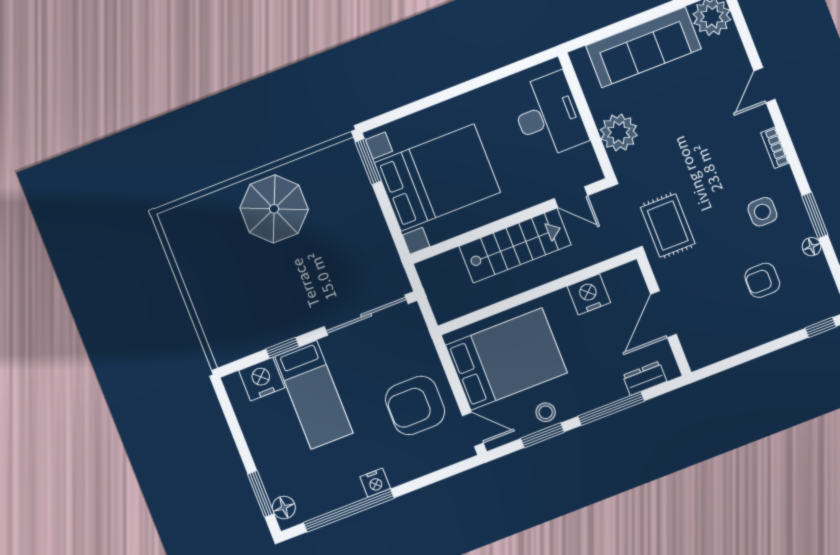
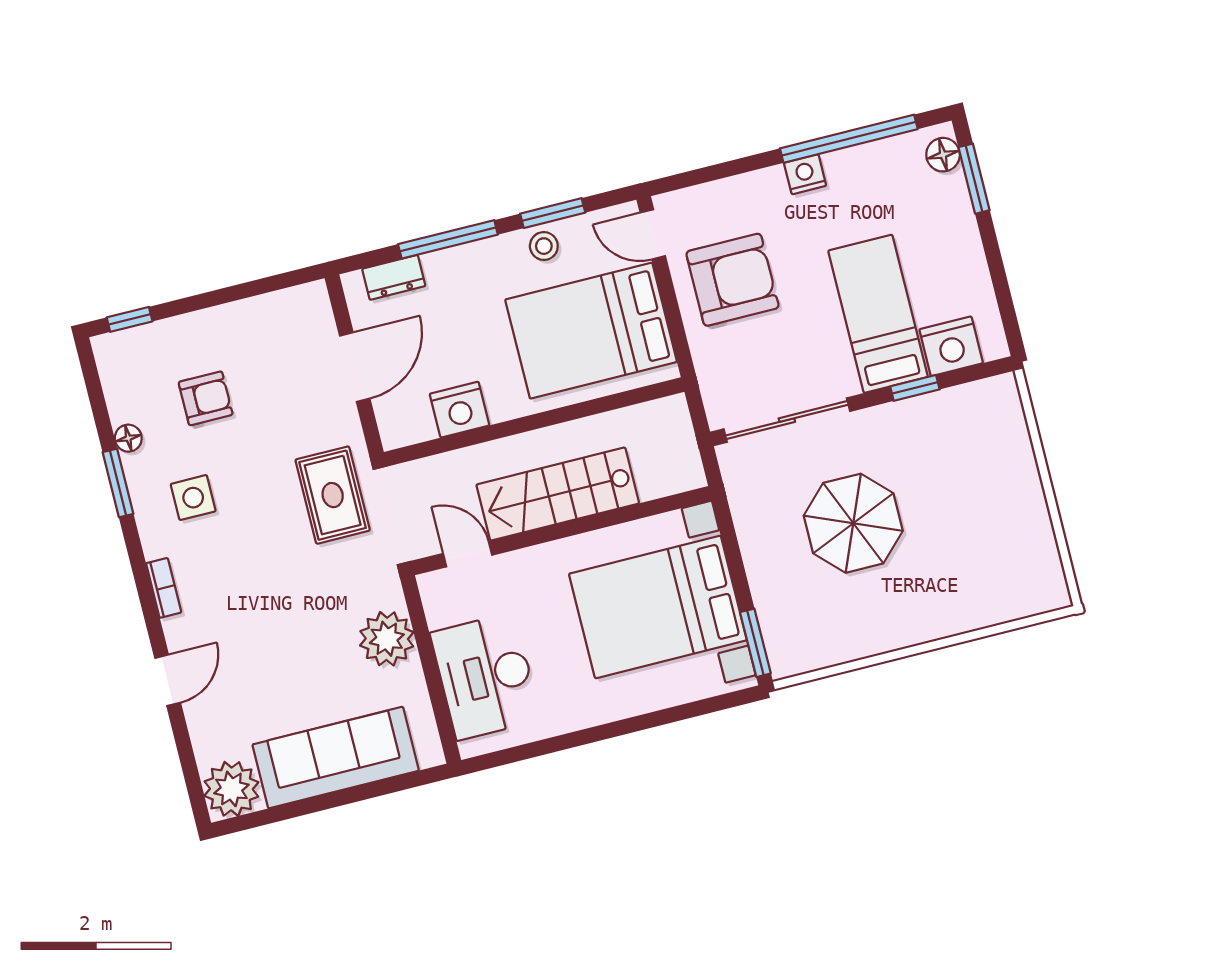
parasol: (274, 209) -> (853, 523), moved

